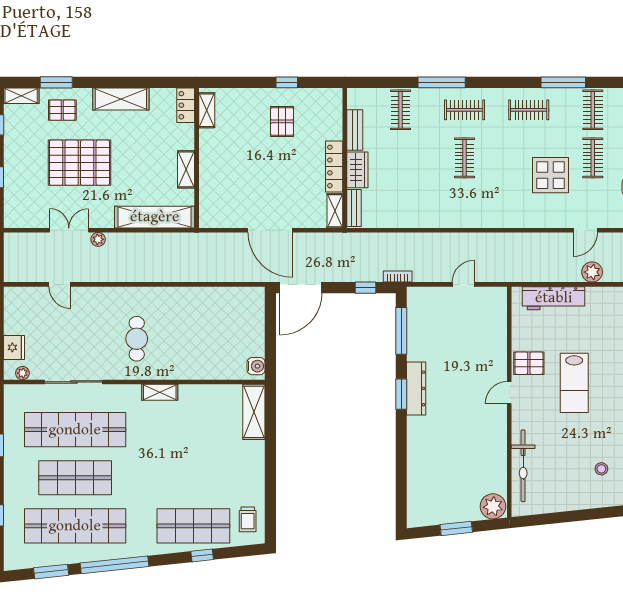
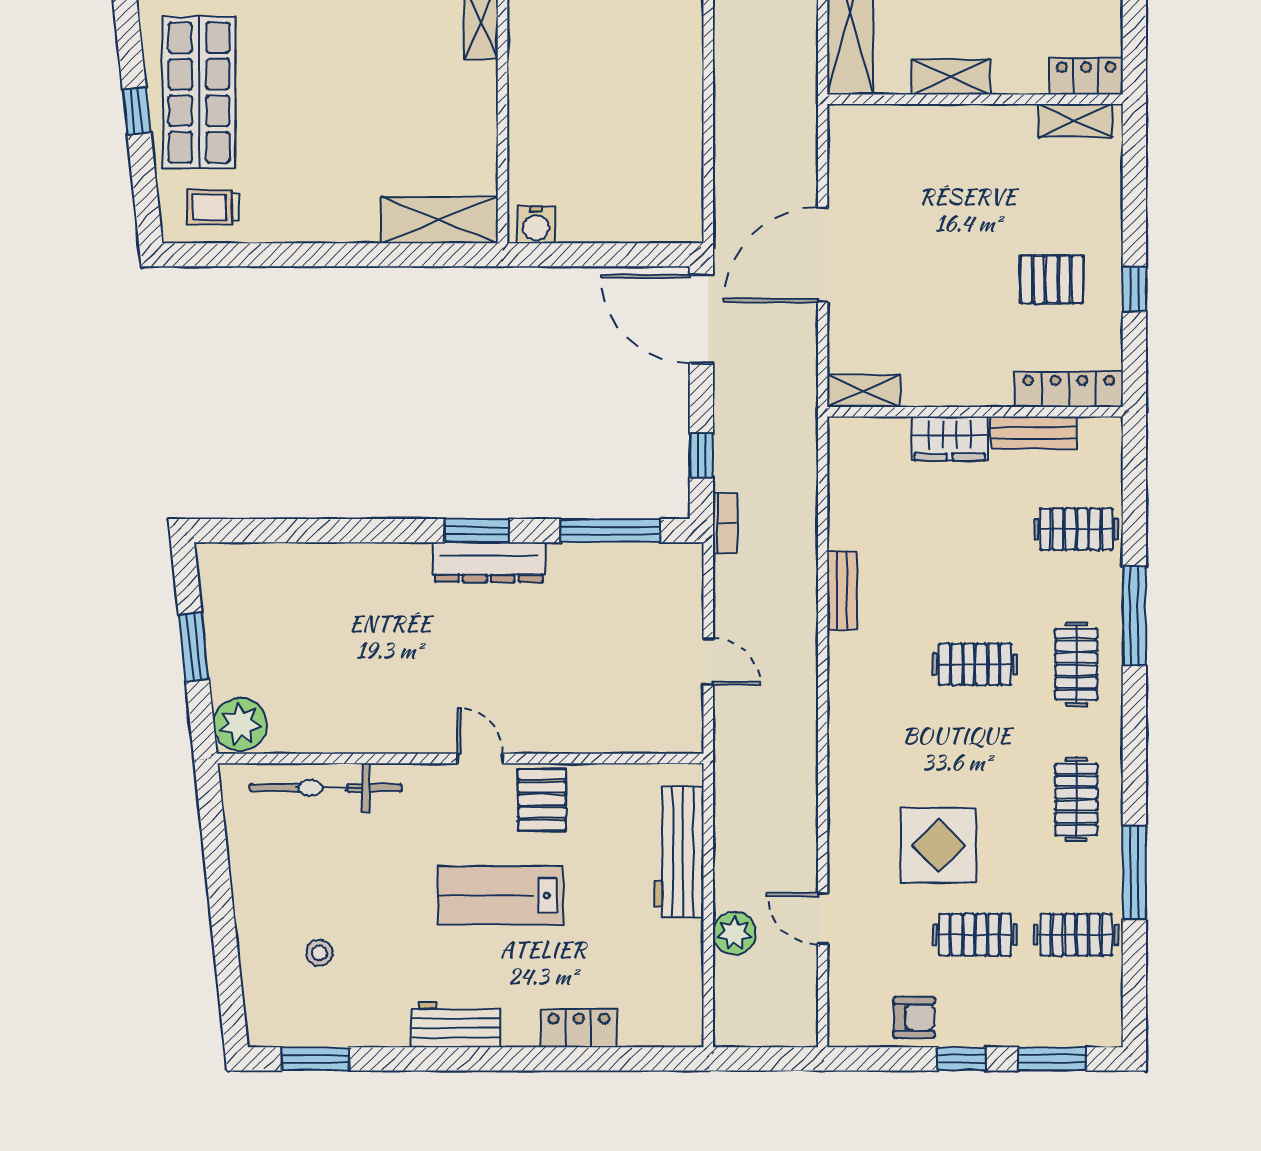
locker: (334, 166) -> (1069, 389), moved
bench: (354, 208) -> (842, 590), moved, turned 90

